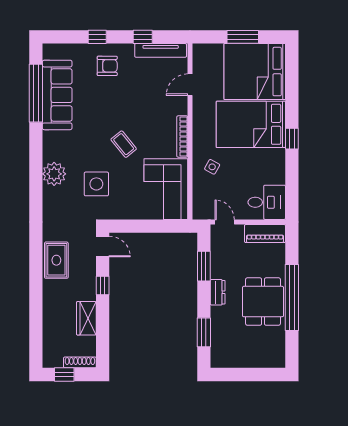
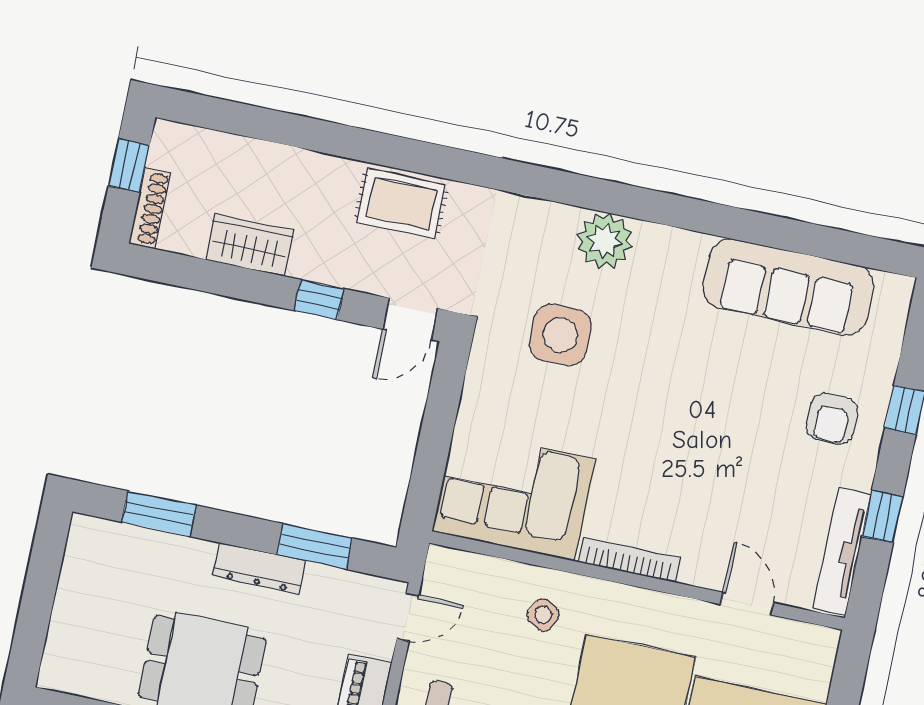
window: (36, 93) -> (803, 238), removed
coffee table: (124, 144) -> (640, 419), removed
dresser: (218, 292) -> (259, 569), width x1.44

